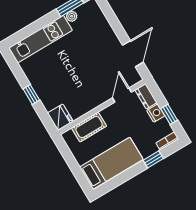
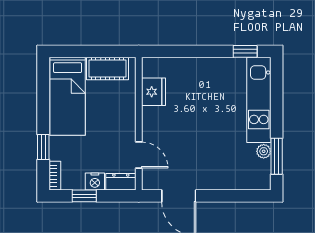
window: (31, 94) -> (245, 51), moved
fridge: (60, 117) -> (154, 92), moved, turned -90
cot: (89, 127) -> (108, 68), moved, turned 90

